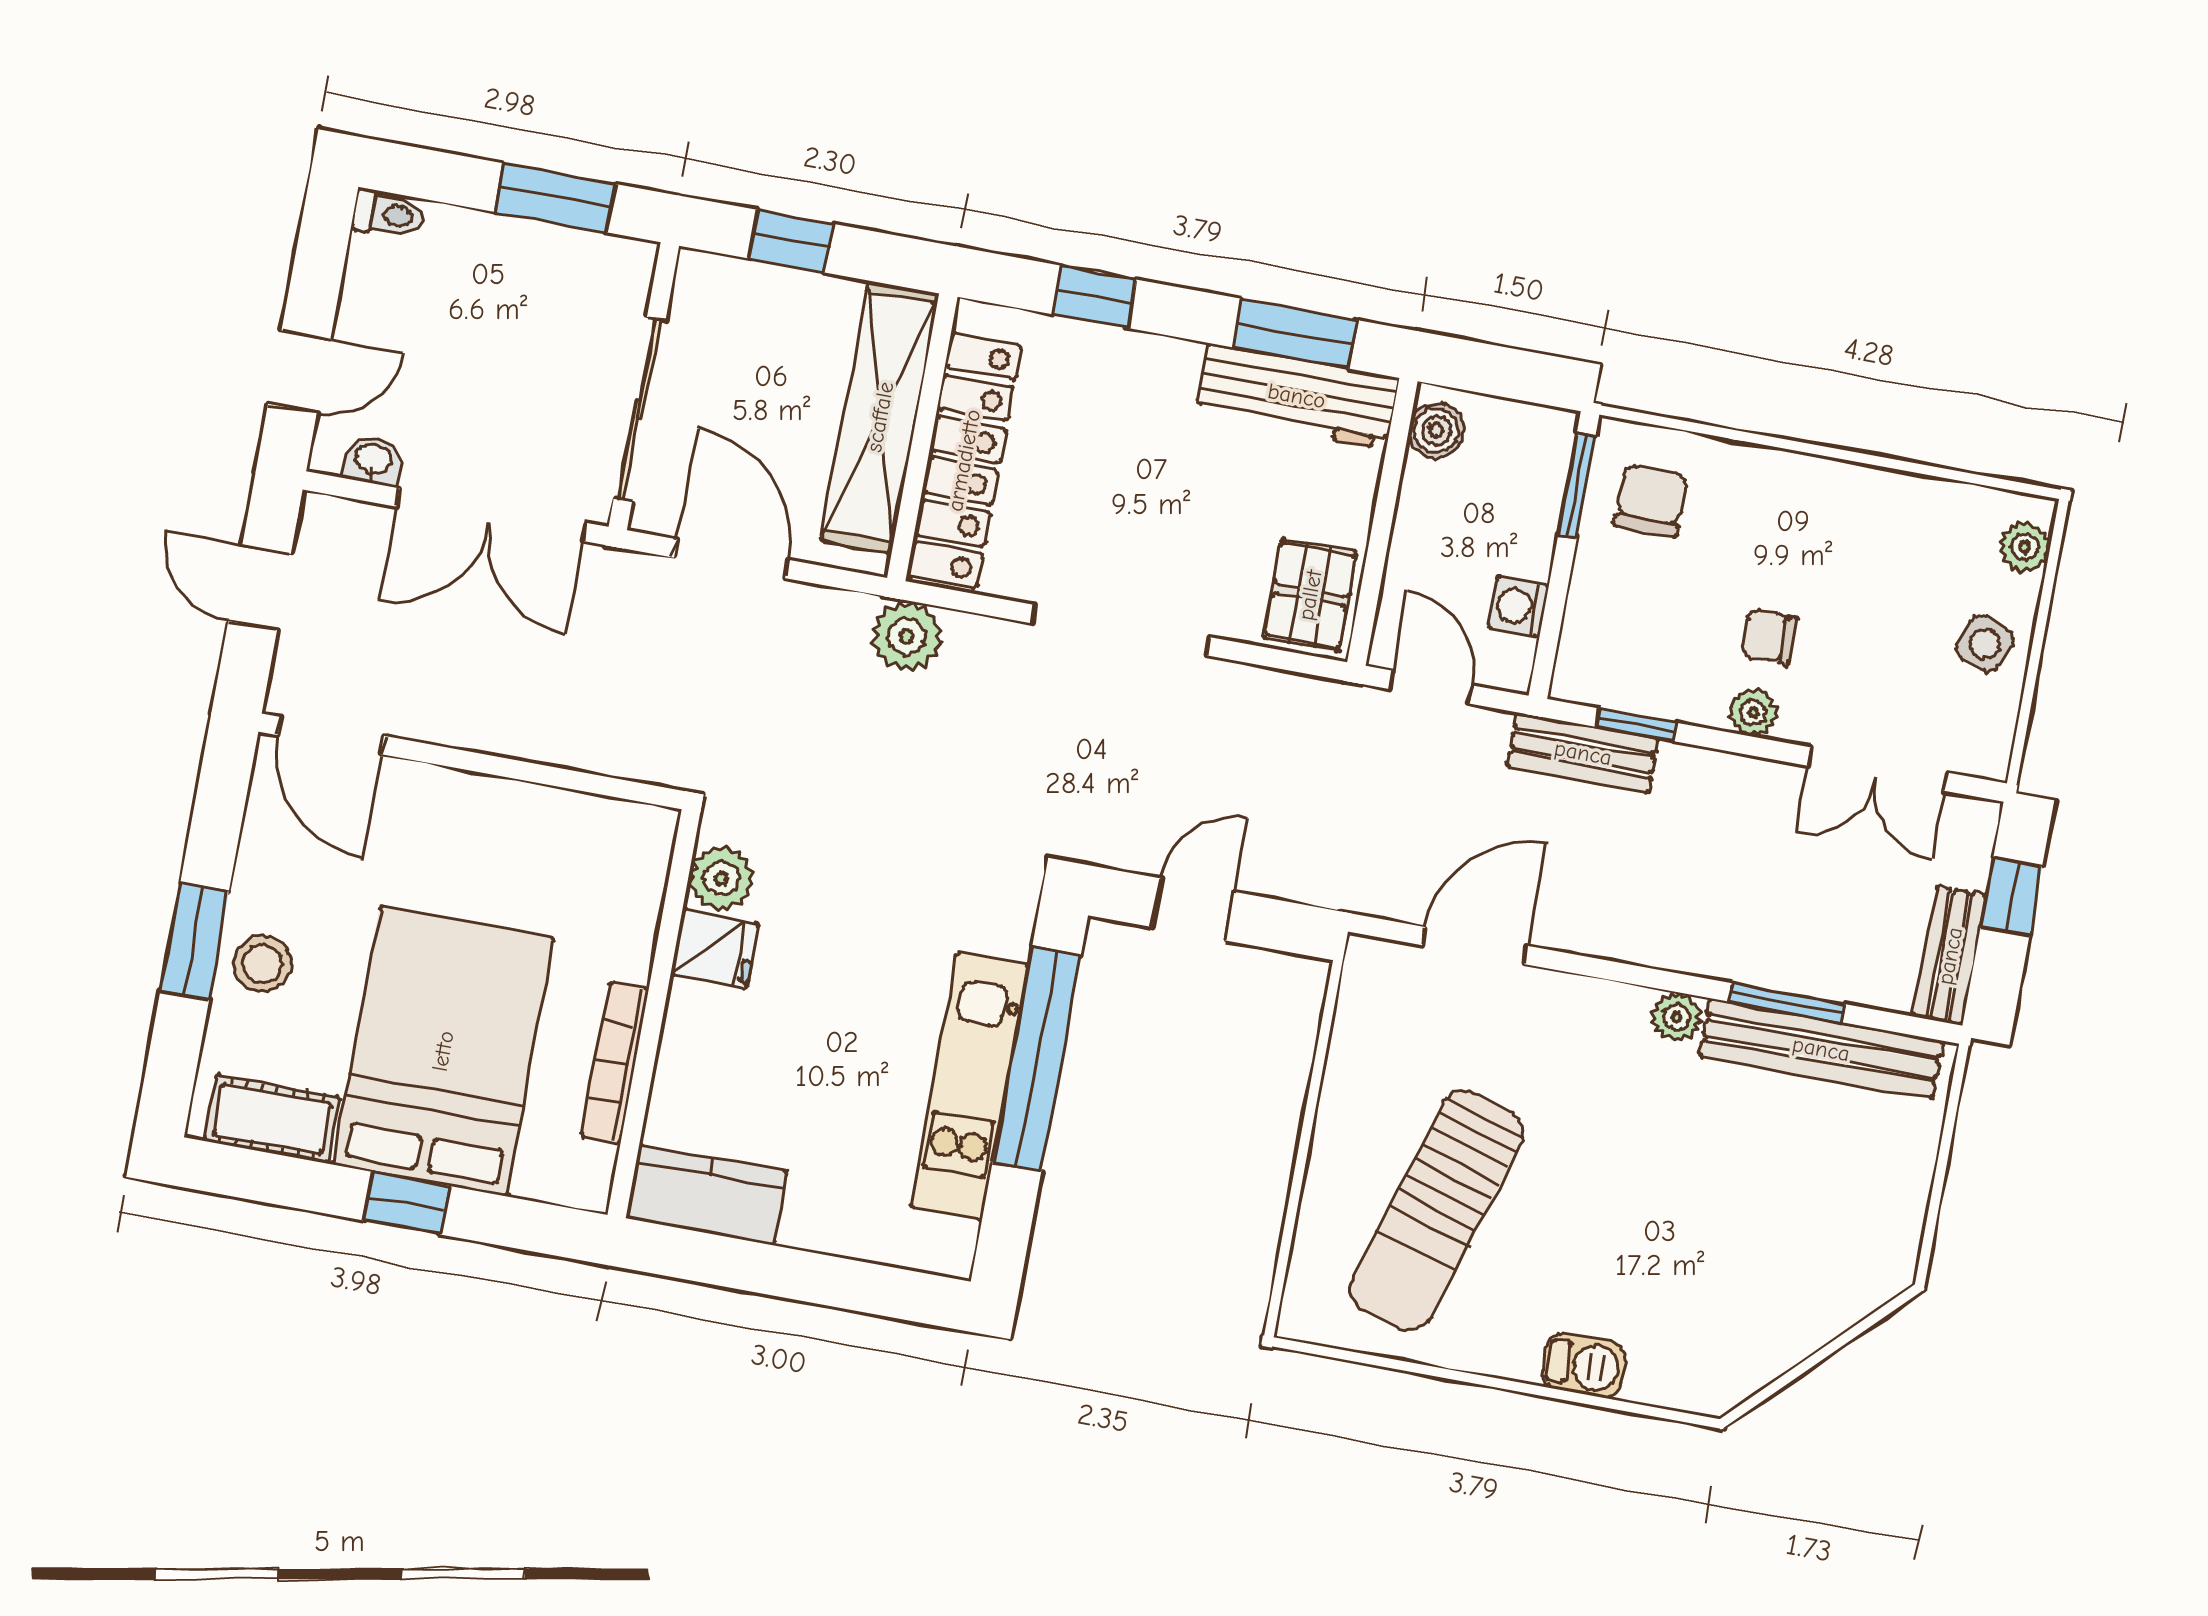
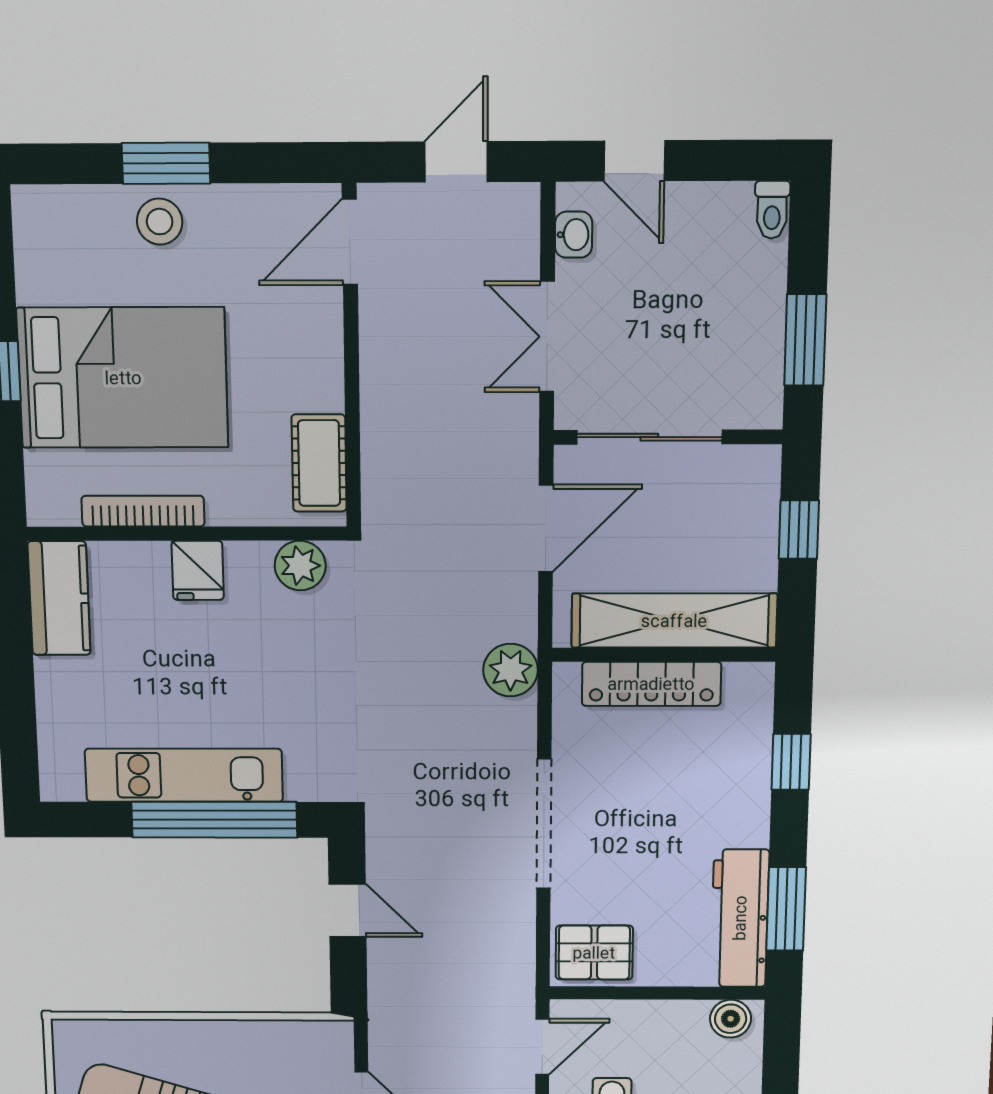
locker: (964, 460) -> (651, 684), width x0.71, depth x0.83
double door: (491, 515) -> (547, 337), width x0.73
fridge: (715, 949) -> (198, 570), moved
cot: (272, 1119) -> (319, 463), moved

